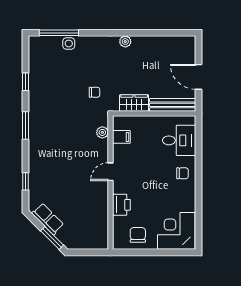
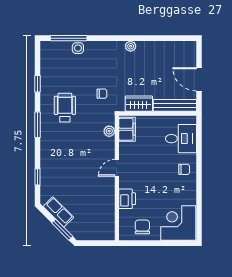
wheelchair: (55, 107) -> (65, 108), added
filing cabinet: (121, 137) -> (127, 129), width x2.00

